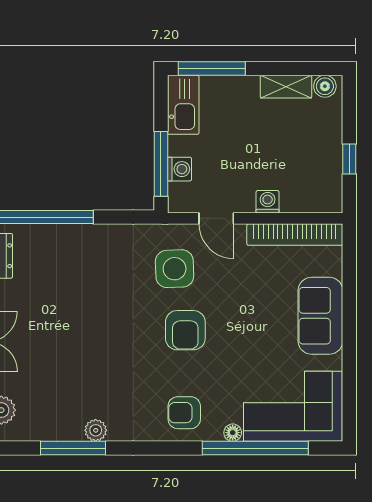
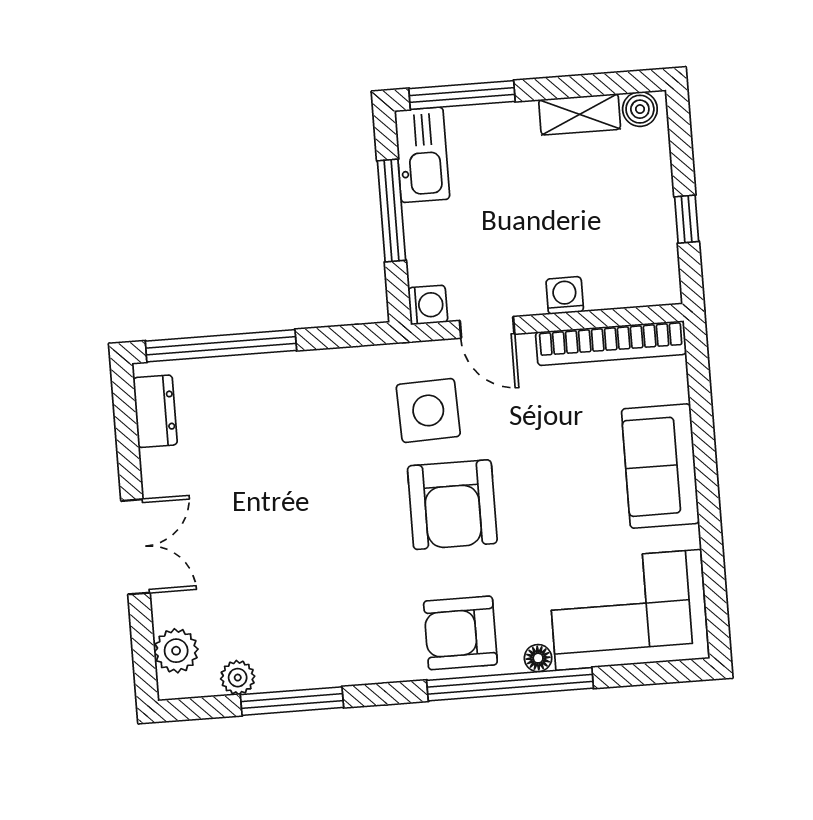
window: (161, 164) -> (392, 210), moved
washing machine: (179, 169) -> (428, 305), moved
armchair: (185, 330) -> (452, 505), width x1.36, depth x1.36
armchair: (184, 413) -> (460, 633), width x1.38, depth x1.38
plant: (96, 430) -> (238, 678), moved
window: (255, 448) -> (510, 684), moved

